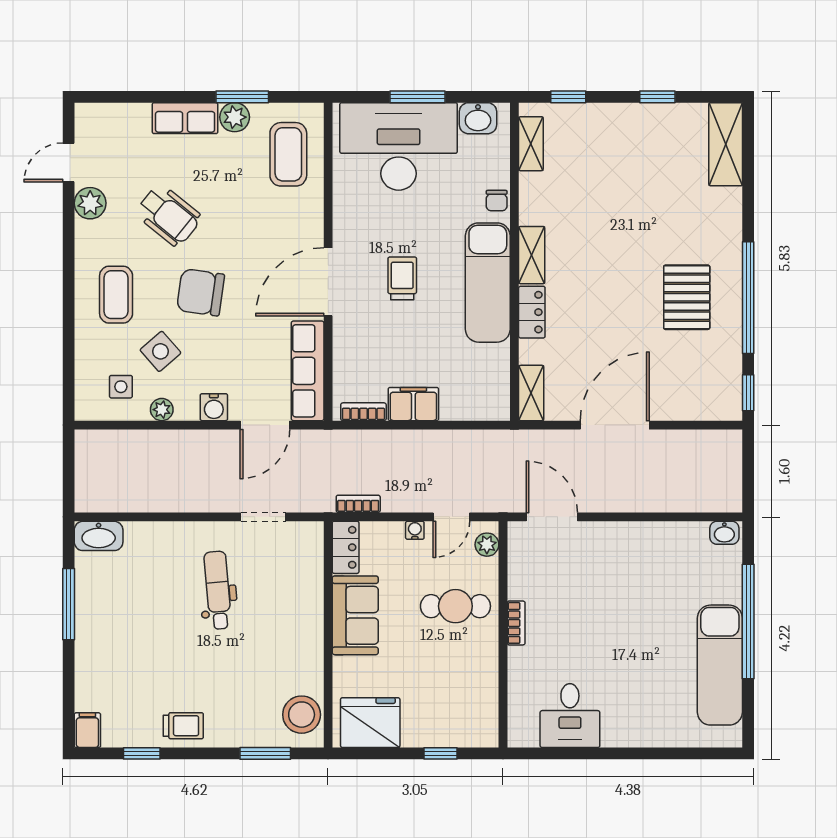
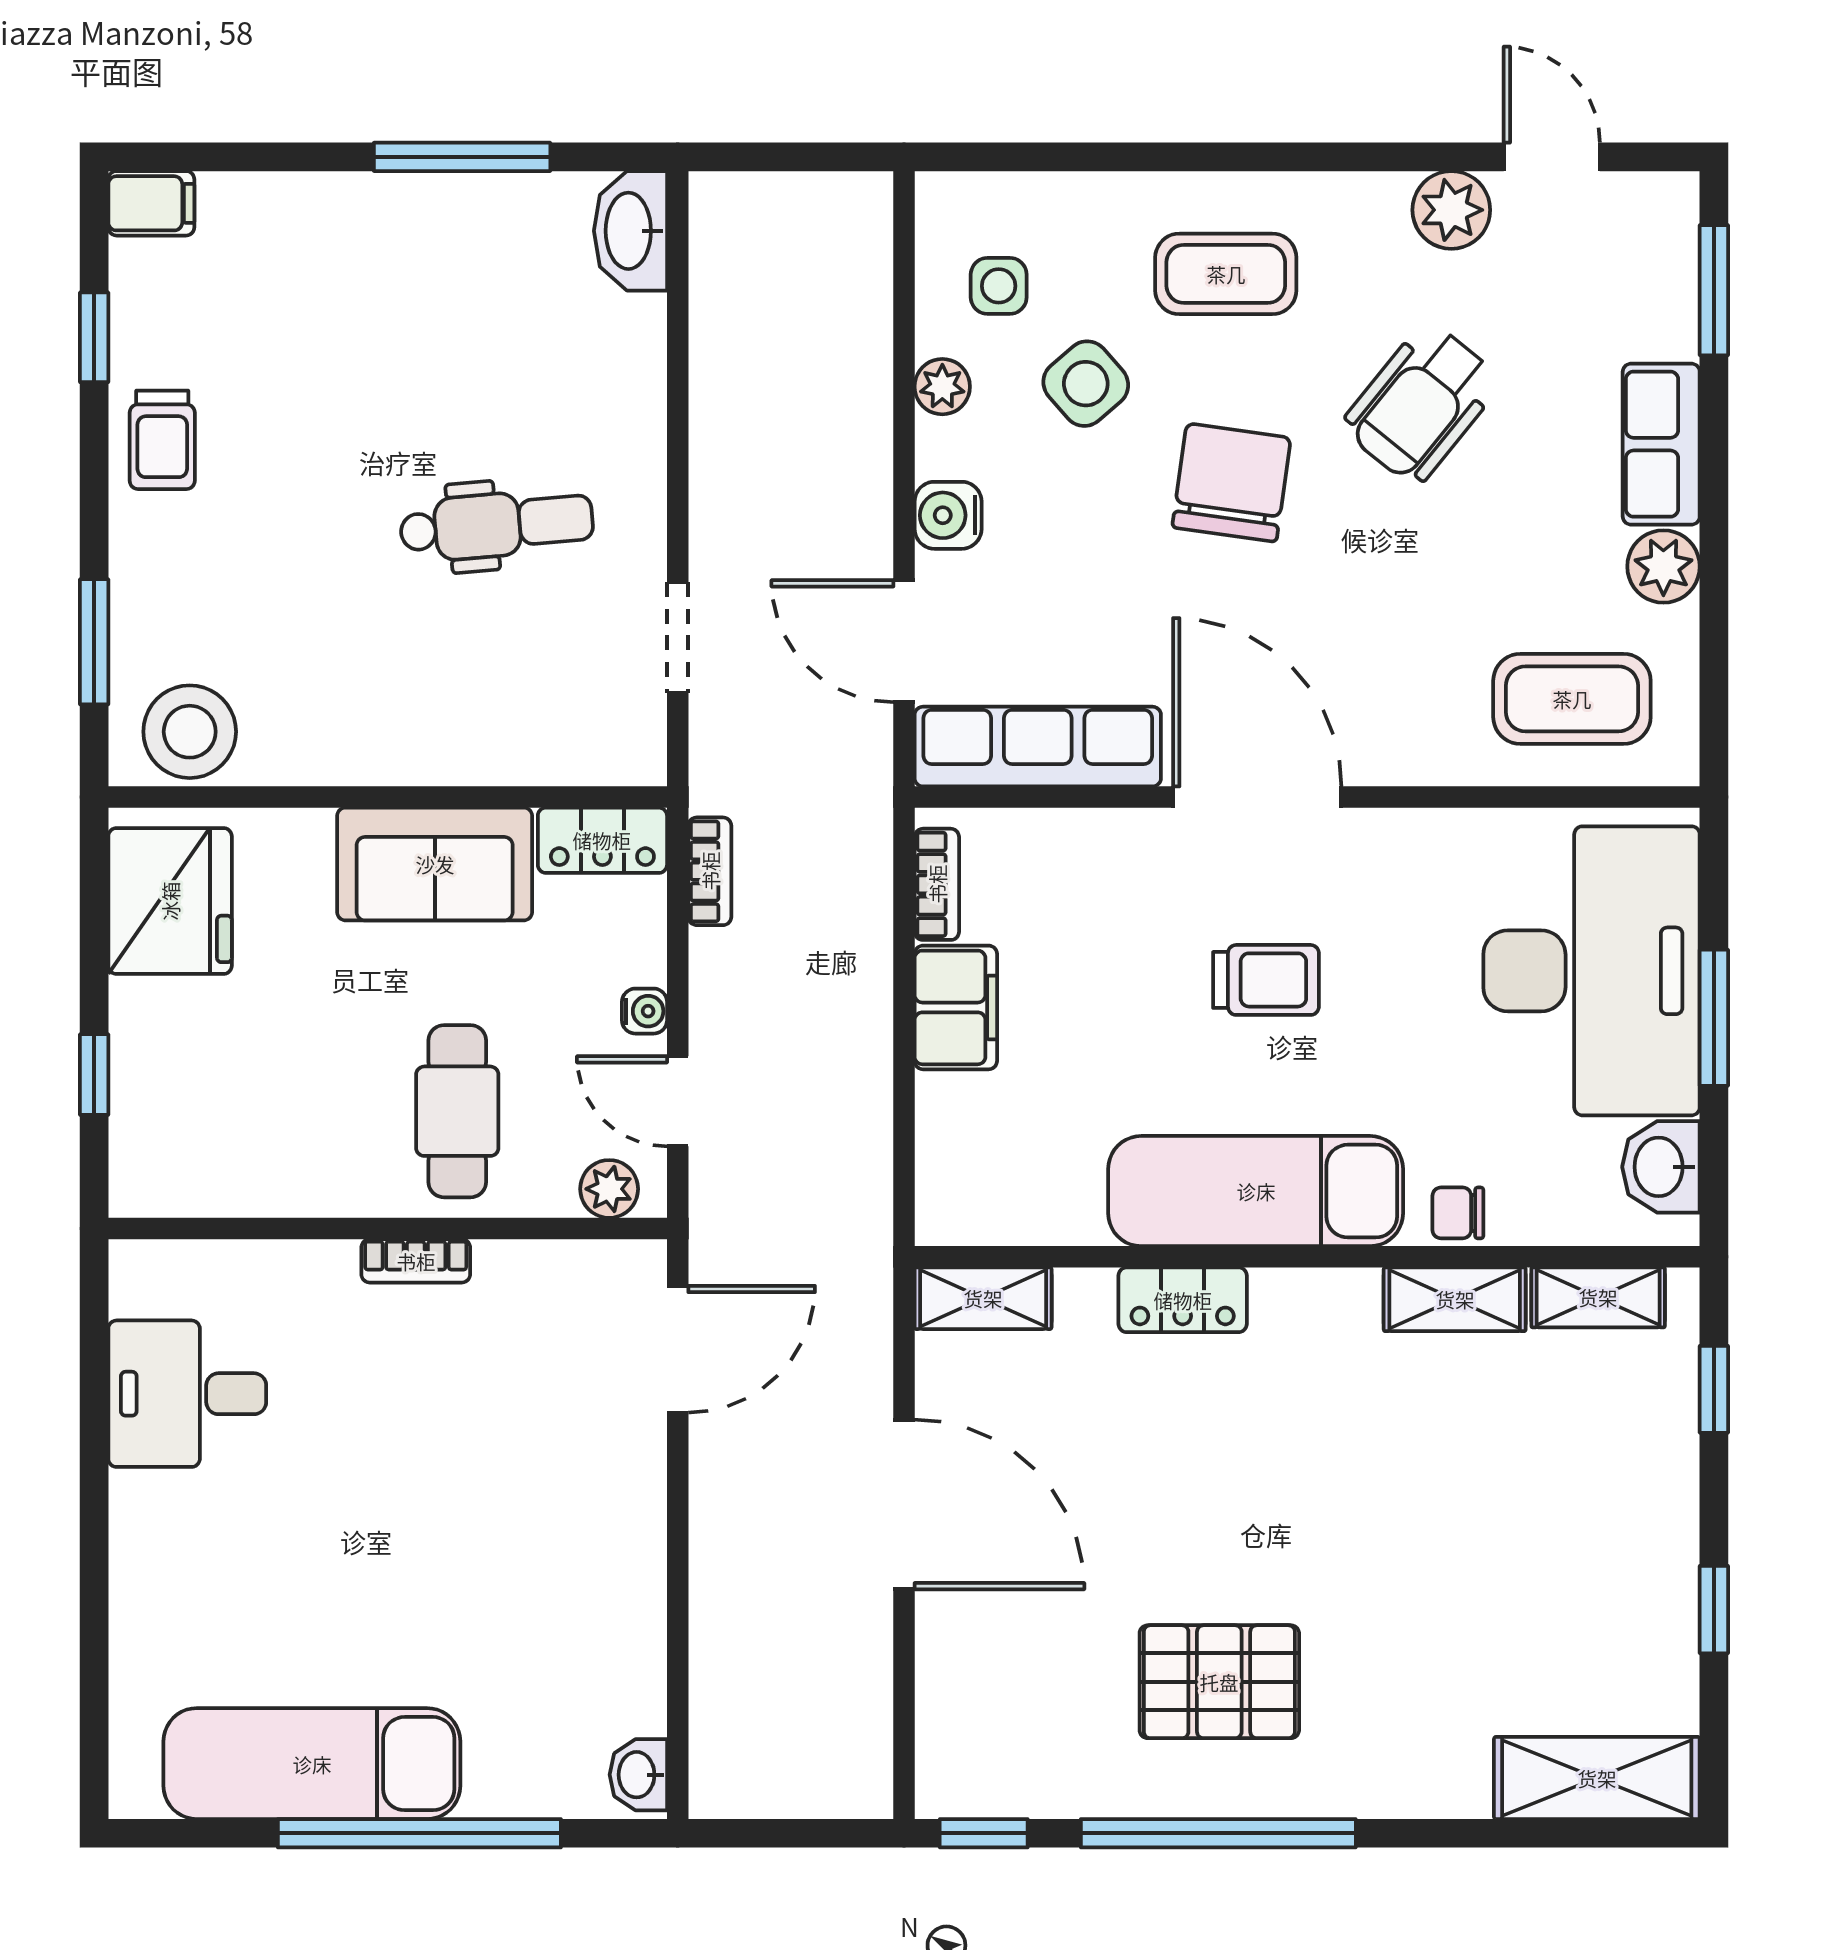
window: (242, 97) -> (1714, 290), moved
shelving: (532, 255) -> (1455, 1299), moved

